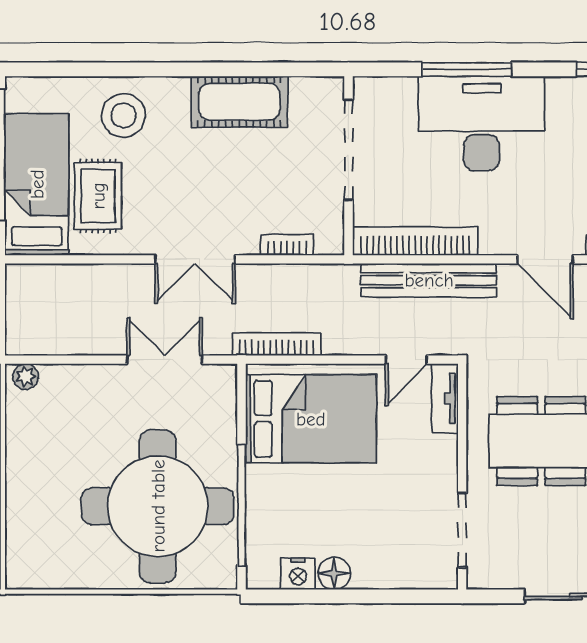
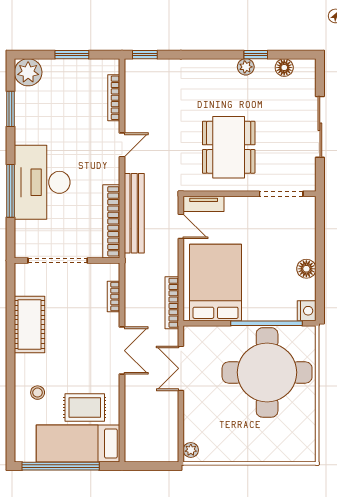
stool: (123, 115) -> (38, 393), width x0.53, depth x0.53
door: (545, 259) -> (122, 145), width x0.73
nightstand: (298, 574) -> (307, 311), moved

